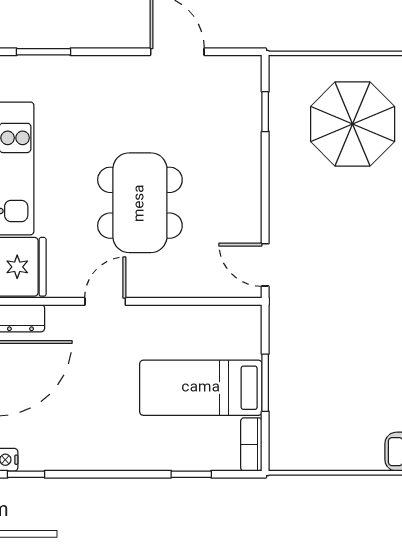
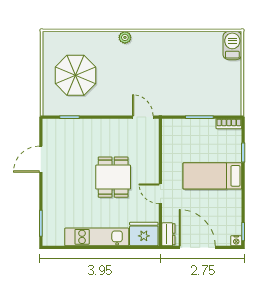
dining table: (140, 203) -> (113, 177), width x0.73
door: (265, 265) -> (143, 117), swing flipped
bed: (201, 388) -> (212, 176), moved, turned 90

